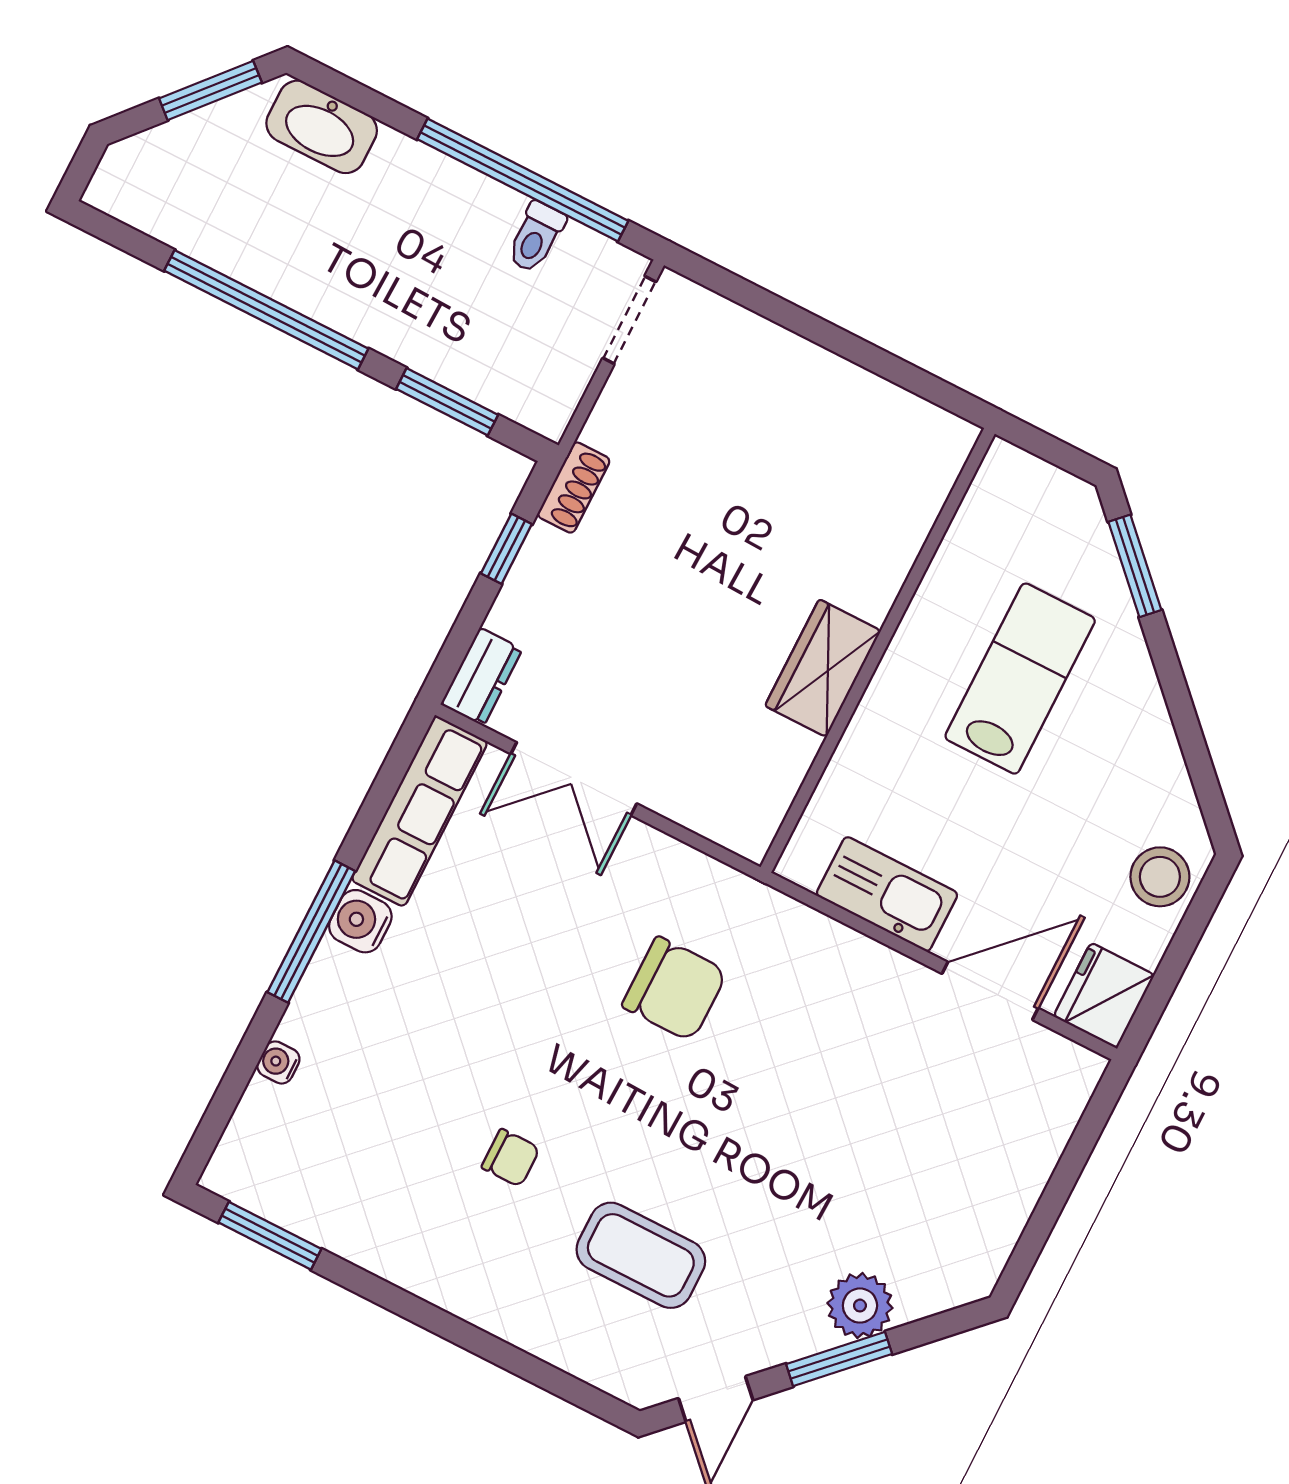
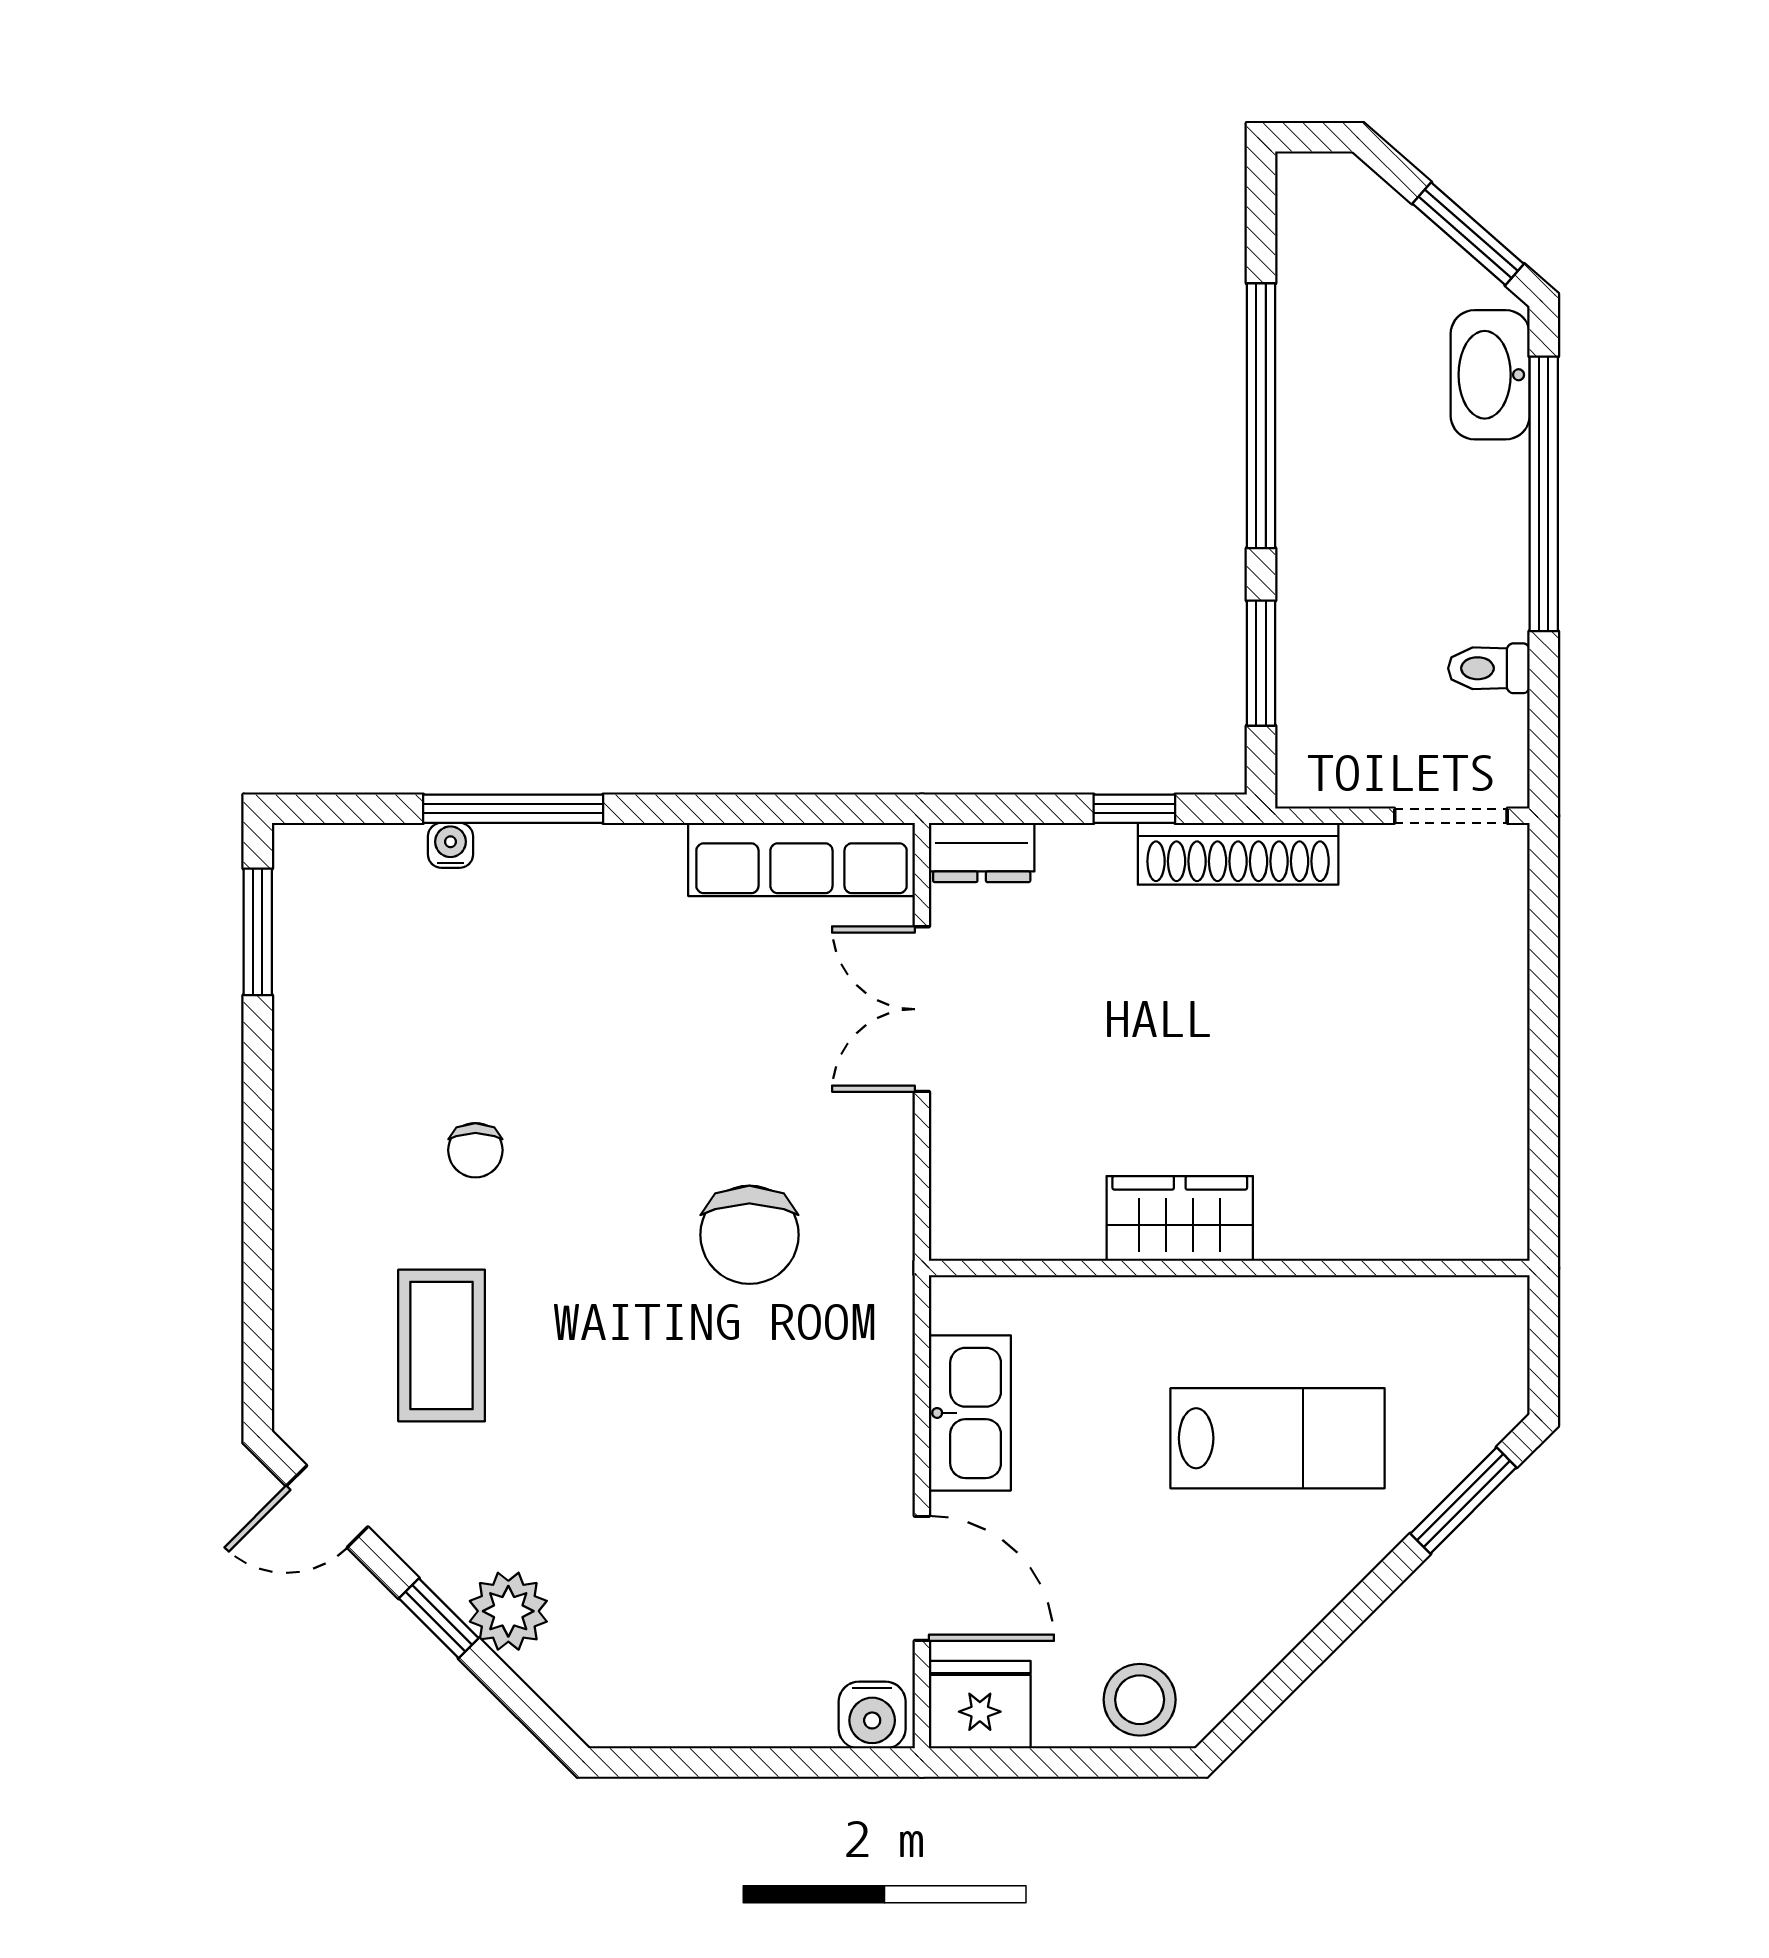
window: (523, 180) -> (1544, 494), moved
shoe rack: (574, 488) -> (1238, 854), width x1.94, depth x1.24
water cooler: (360, 921) -> (872, 1715), moved, turned 180
window: (311, 932) -> (513, 809), moved
window: (839, 1359) -> (439, 1618), width x0.67

